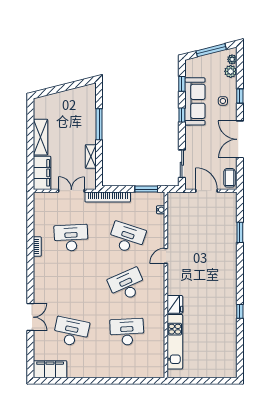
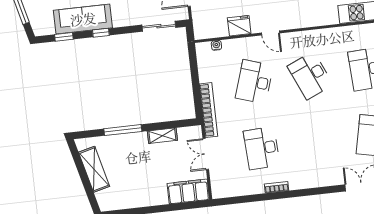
shelving: (41, 137) -> (94, 169), moved, turned 76
window: (146, 189) -> (194, 65), removed
fridge: (175, 304) -> (239, 26), moved

